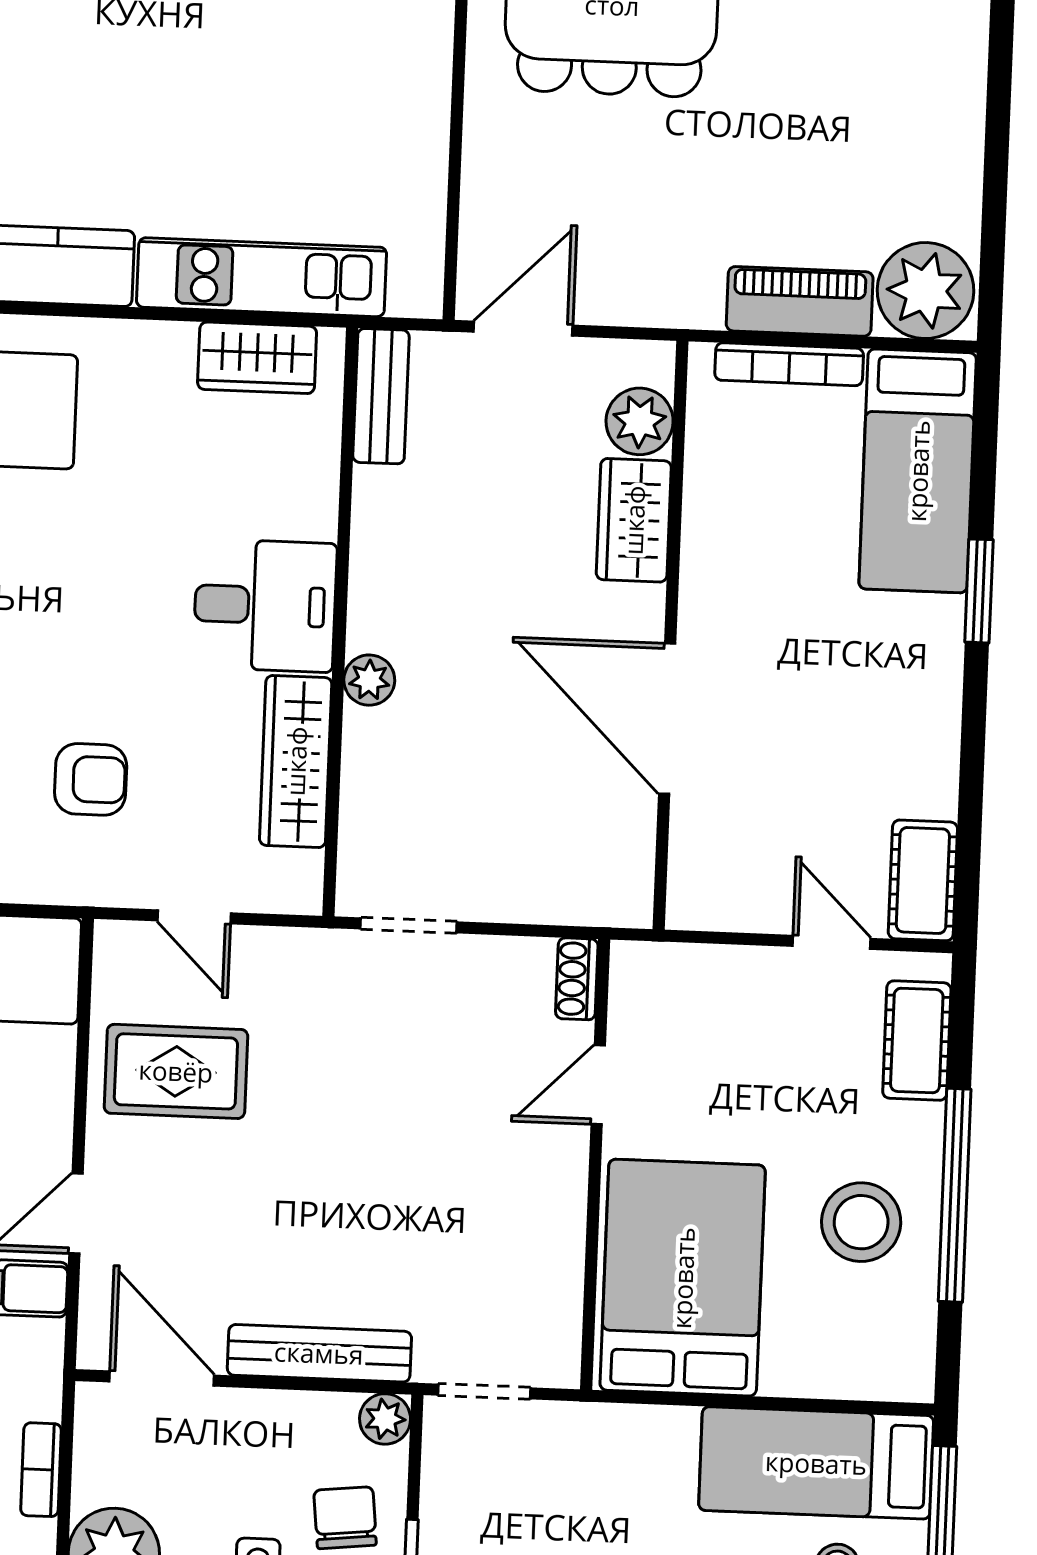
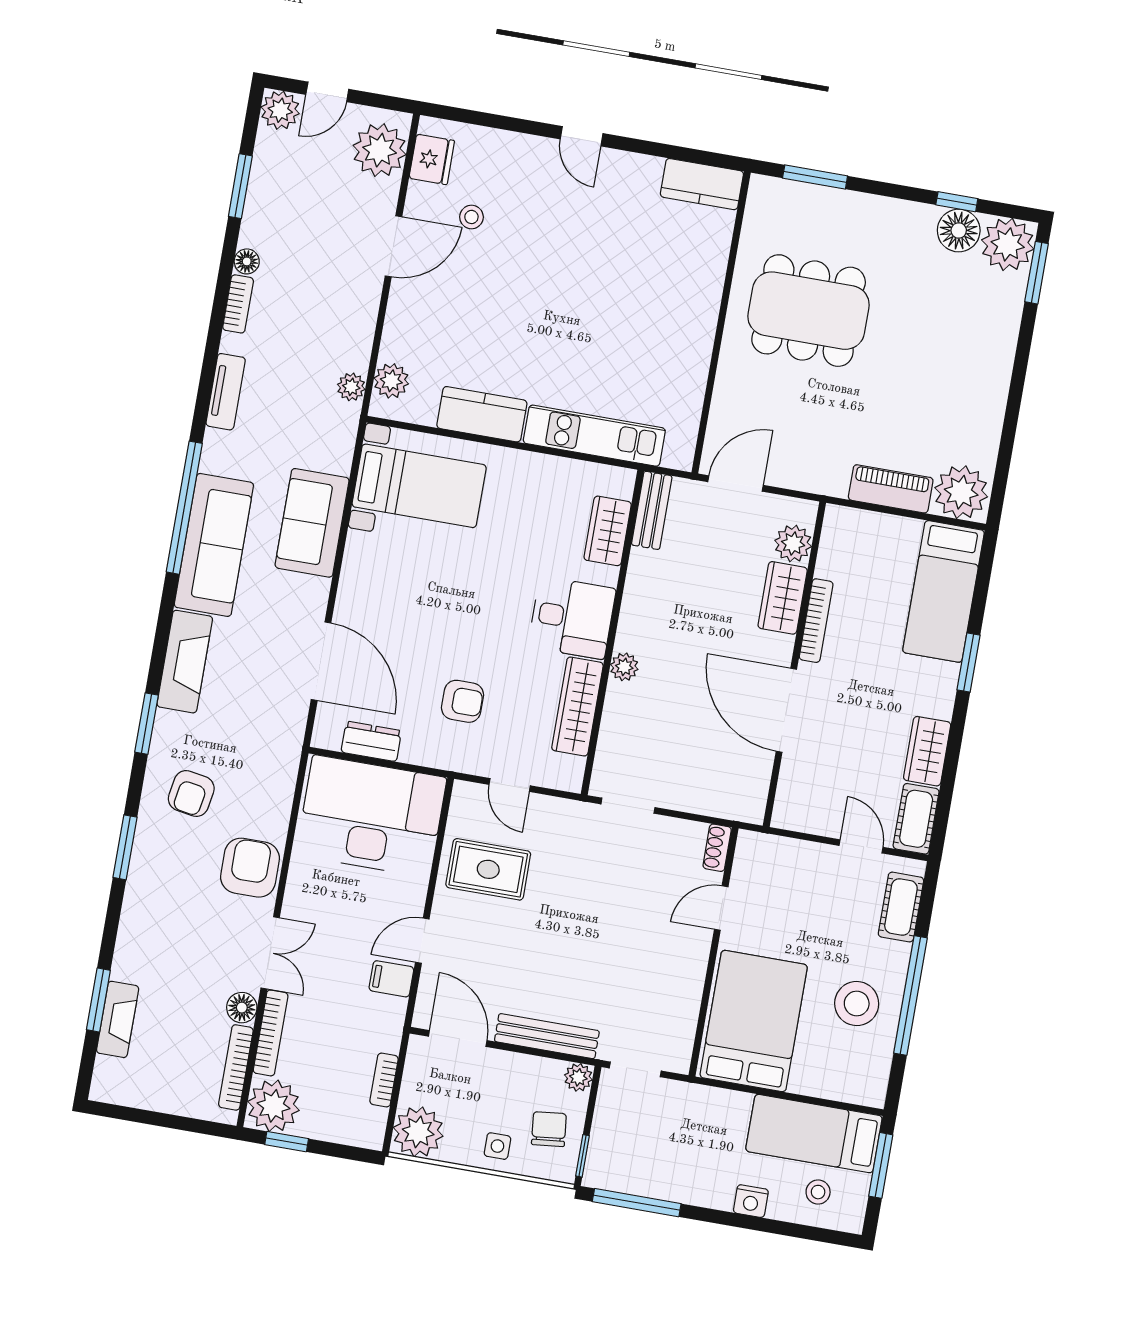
wardrobe: (257, 358) -> (608, 531), moved, turned 90
bookcase: (789, 364) -> (816, 621), moved, turned -90
wardrobe: (926, 758) -> (927, 751), added

